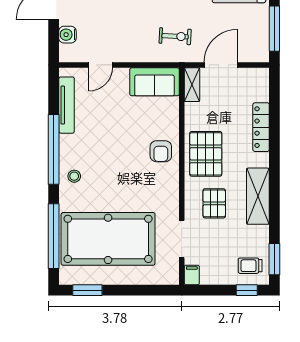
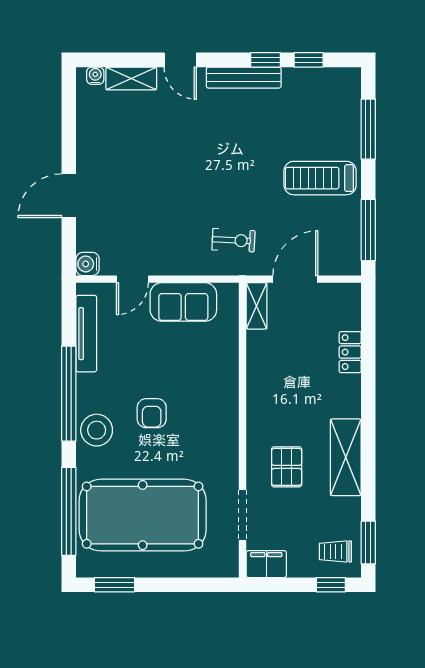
water cooler: (67, 35) -> (88, 264), moved
sofa: (155, 82) -> (183, 302), moved
locker: (261, 127) -> (350, 352), width x0.66
armchair: (161, 151) -> (152, 413), moved
pallet: (206, 154) -> (275, 400), removed
stool: (74, 176) -> (97, 430), width x1.89, depth x1.89
filing cabinet: (192, 275) -> (266, 564), width x2.00

